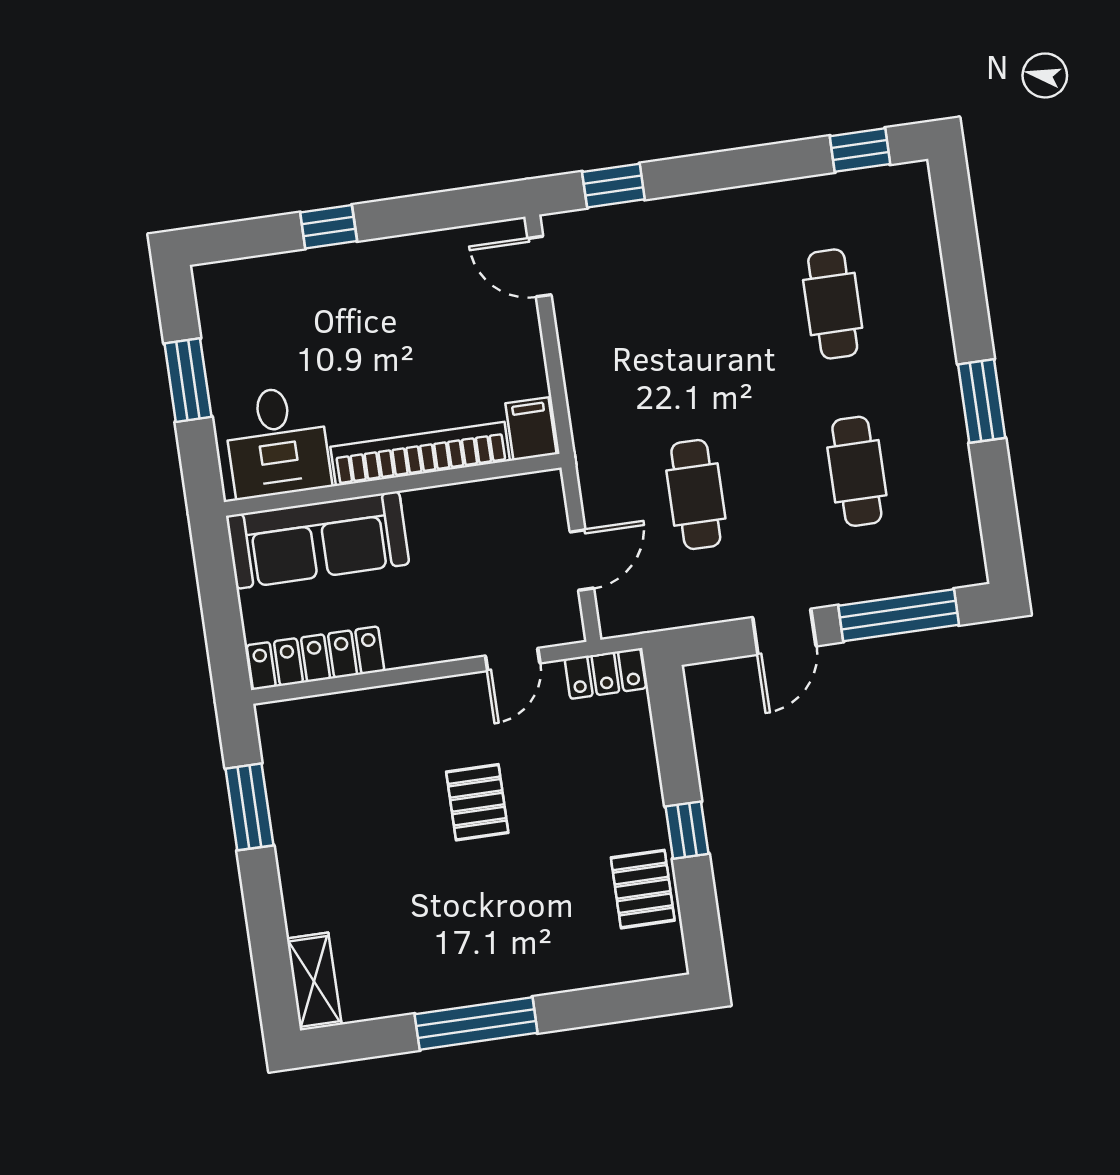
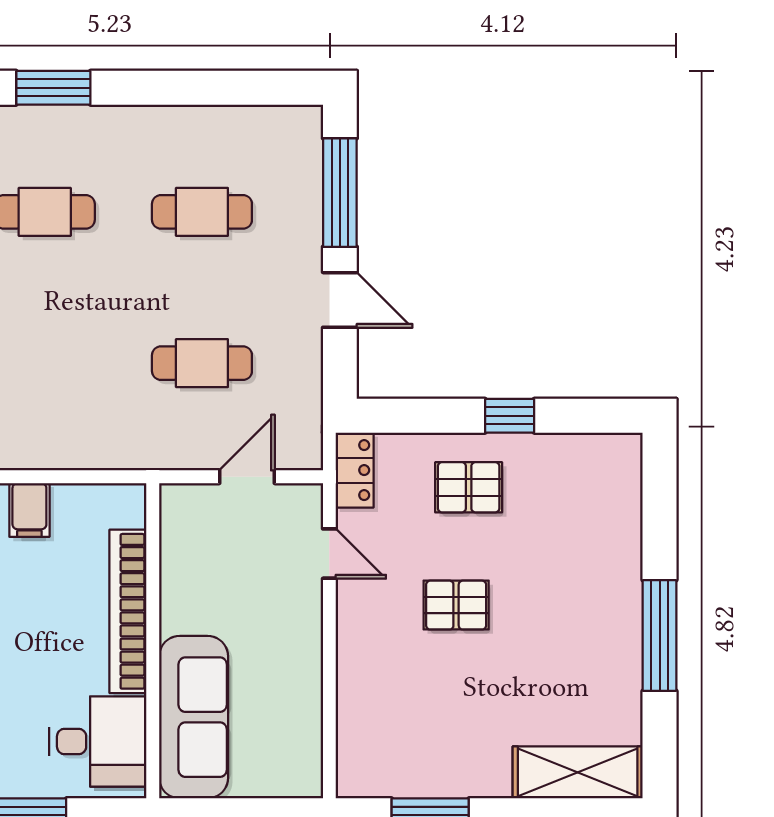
window: (982, 401) -> (53, 88), moved
filing cabinet: (531, 429) -> (29, 510), moved, turned -90
door: (582, 560) -> (247, 477), hinge flipped
locker: (315, 658) -> (302, 735), removed
pallet: (643, 889) -> (469, 487), moved
shelving: (314, 981) -> (578, 772), width x1.50, depth x1.33

